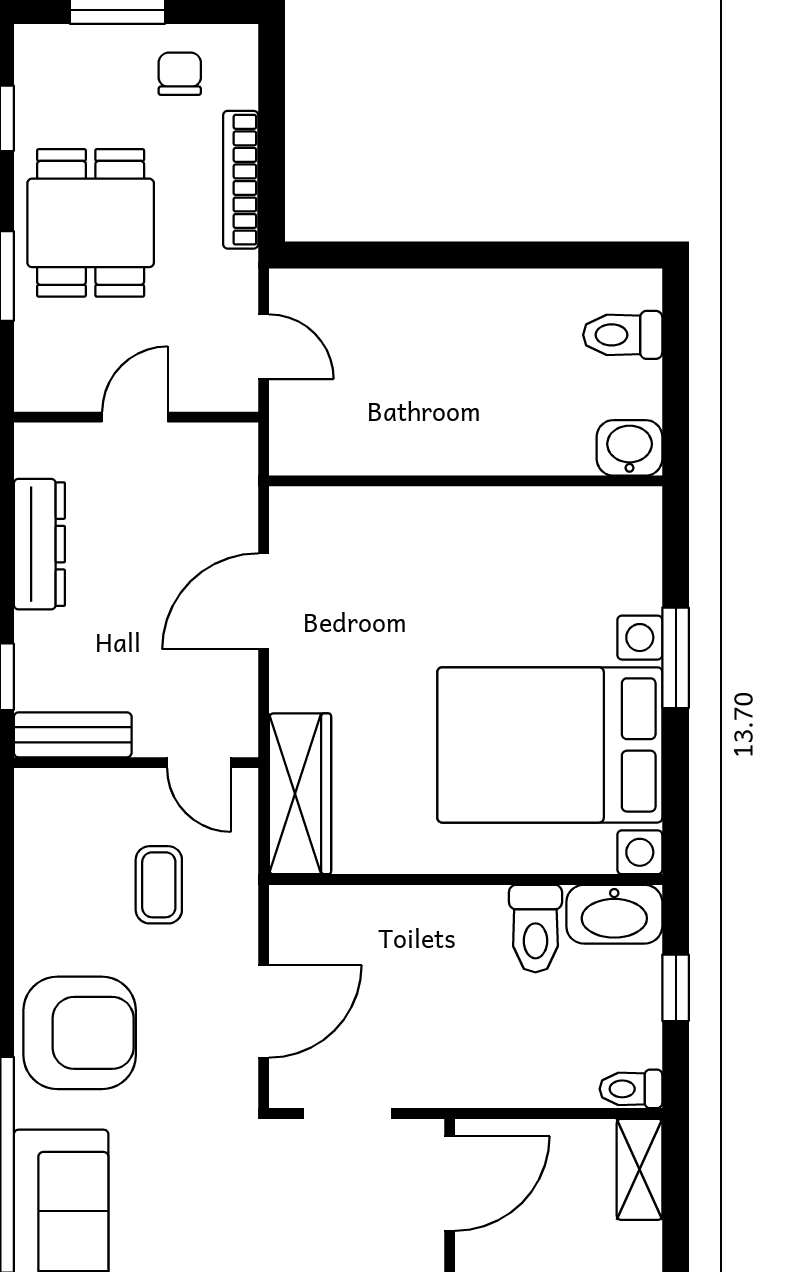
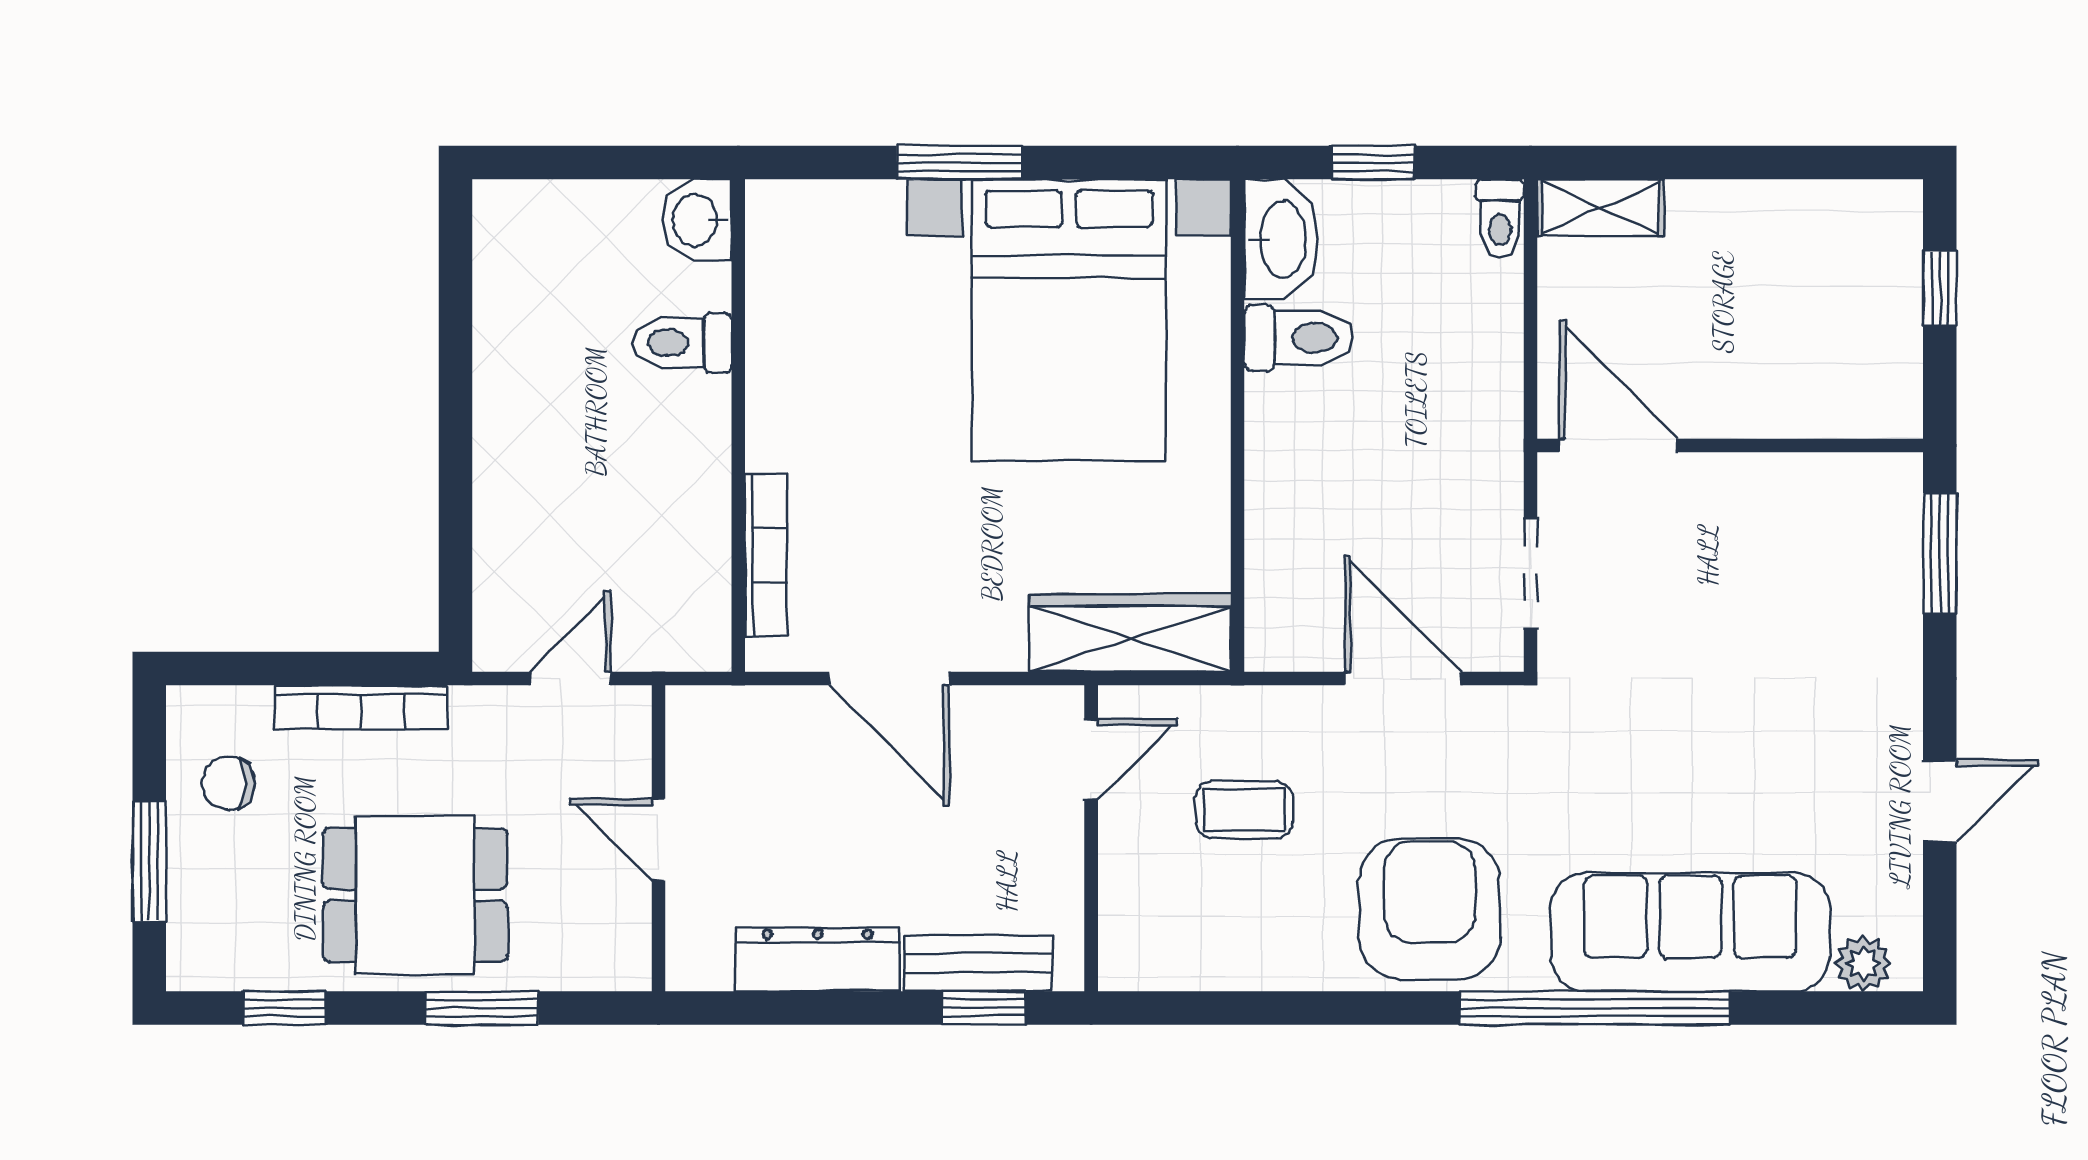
toilet: (623, 335) -> (682, 343), moved, turned 90
bookcase: (362, 503) -> (766, 555), added
bench: (73, 735) -> (978, 963), moved, turned 90

